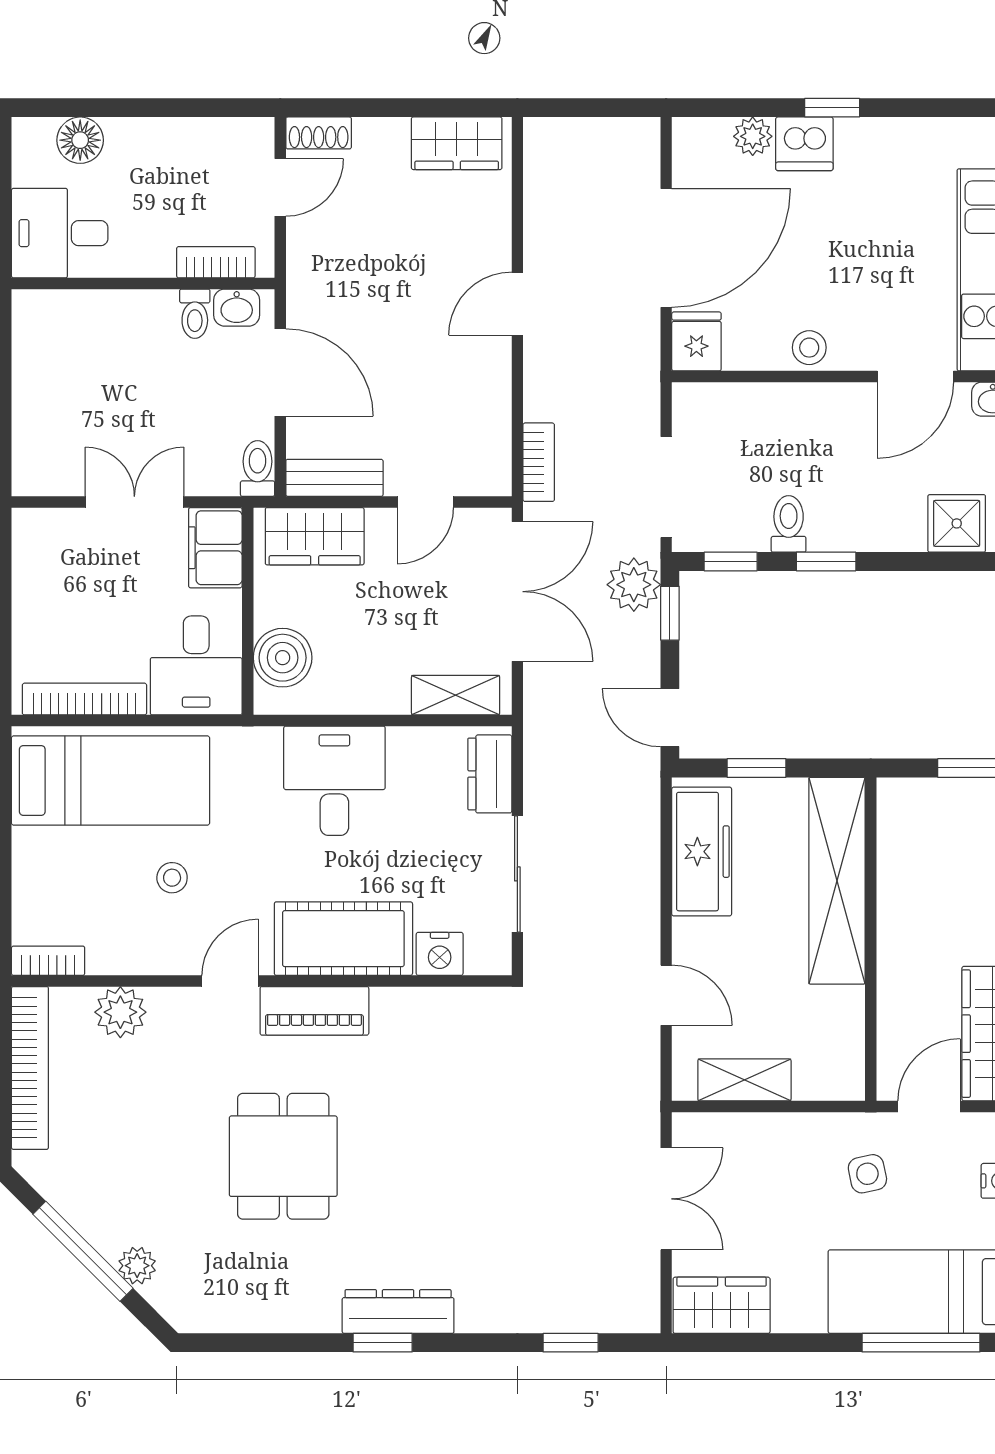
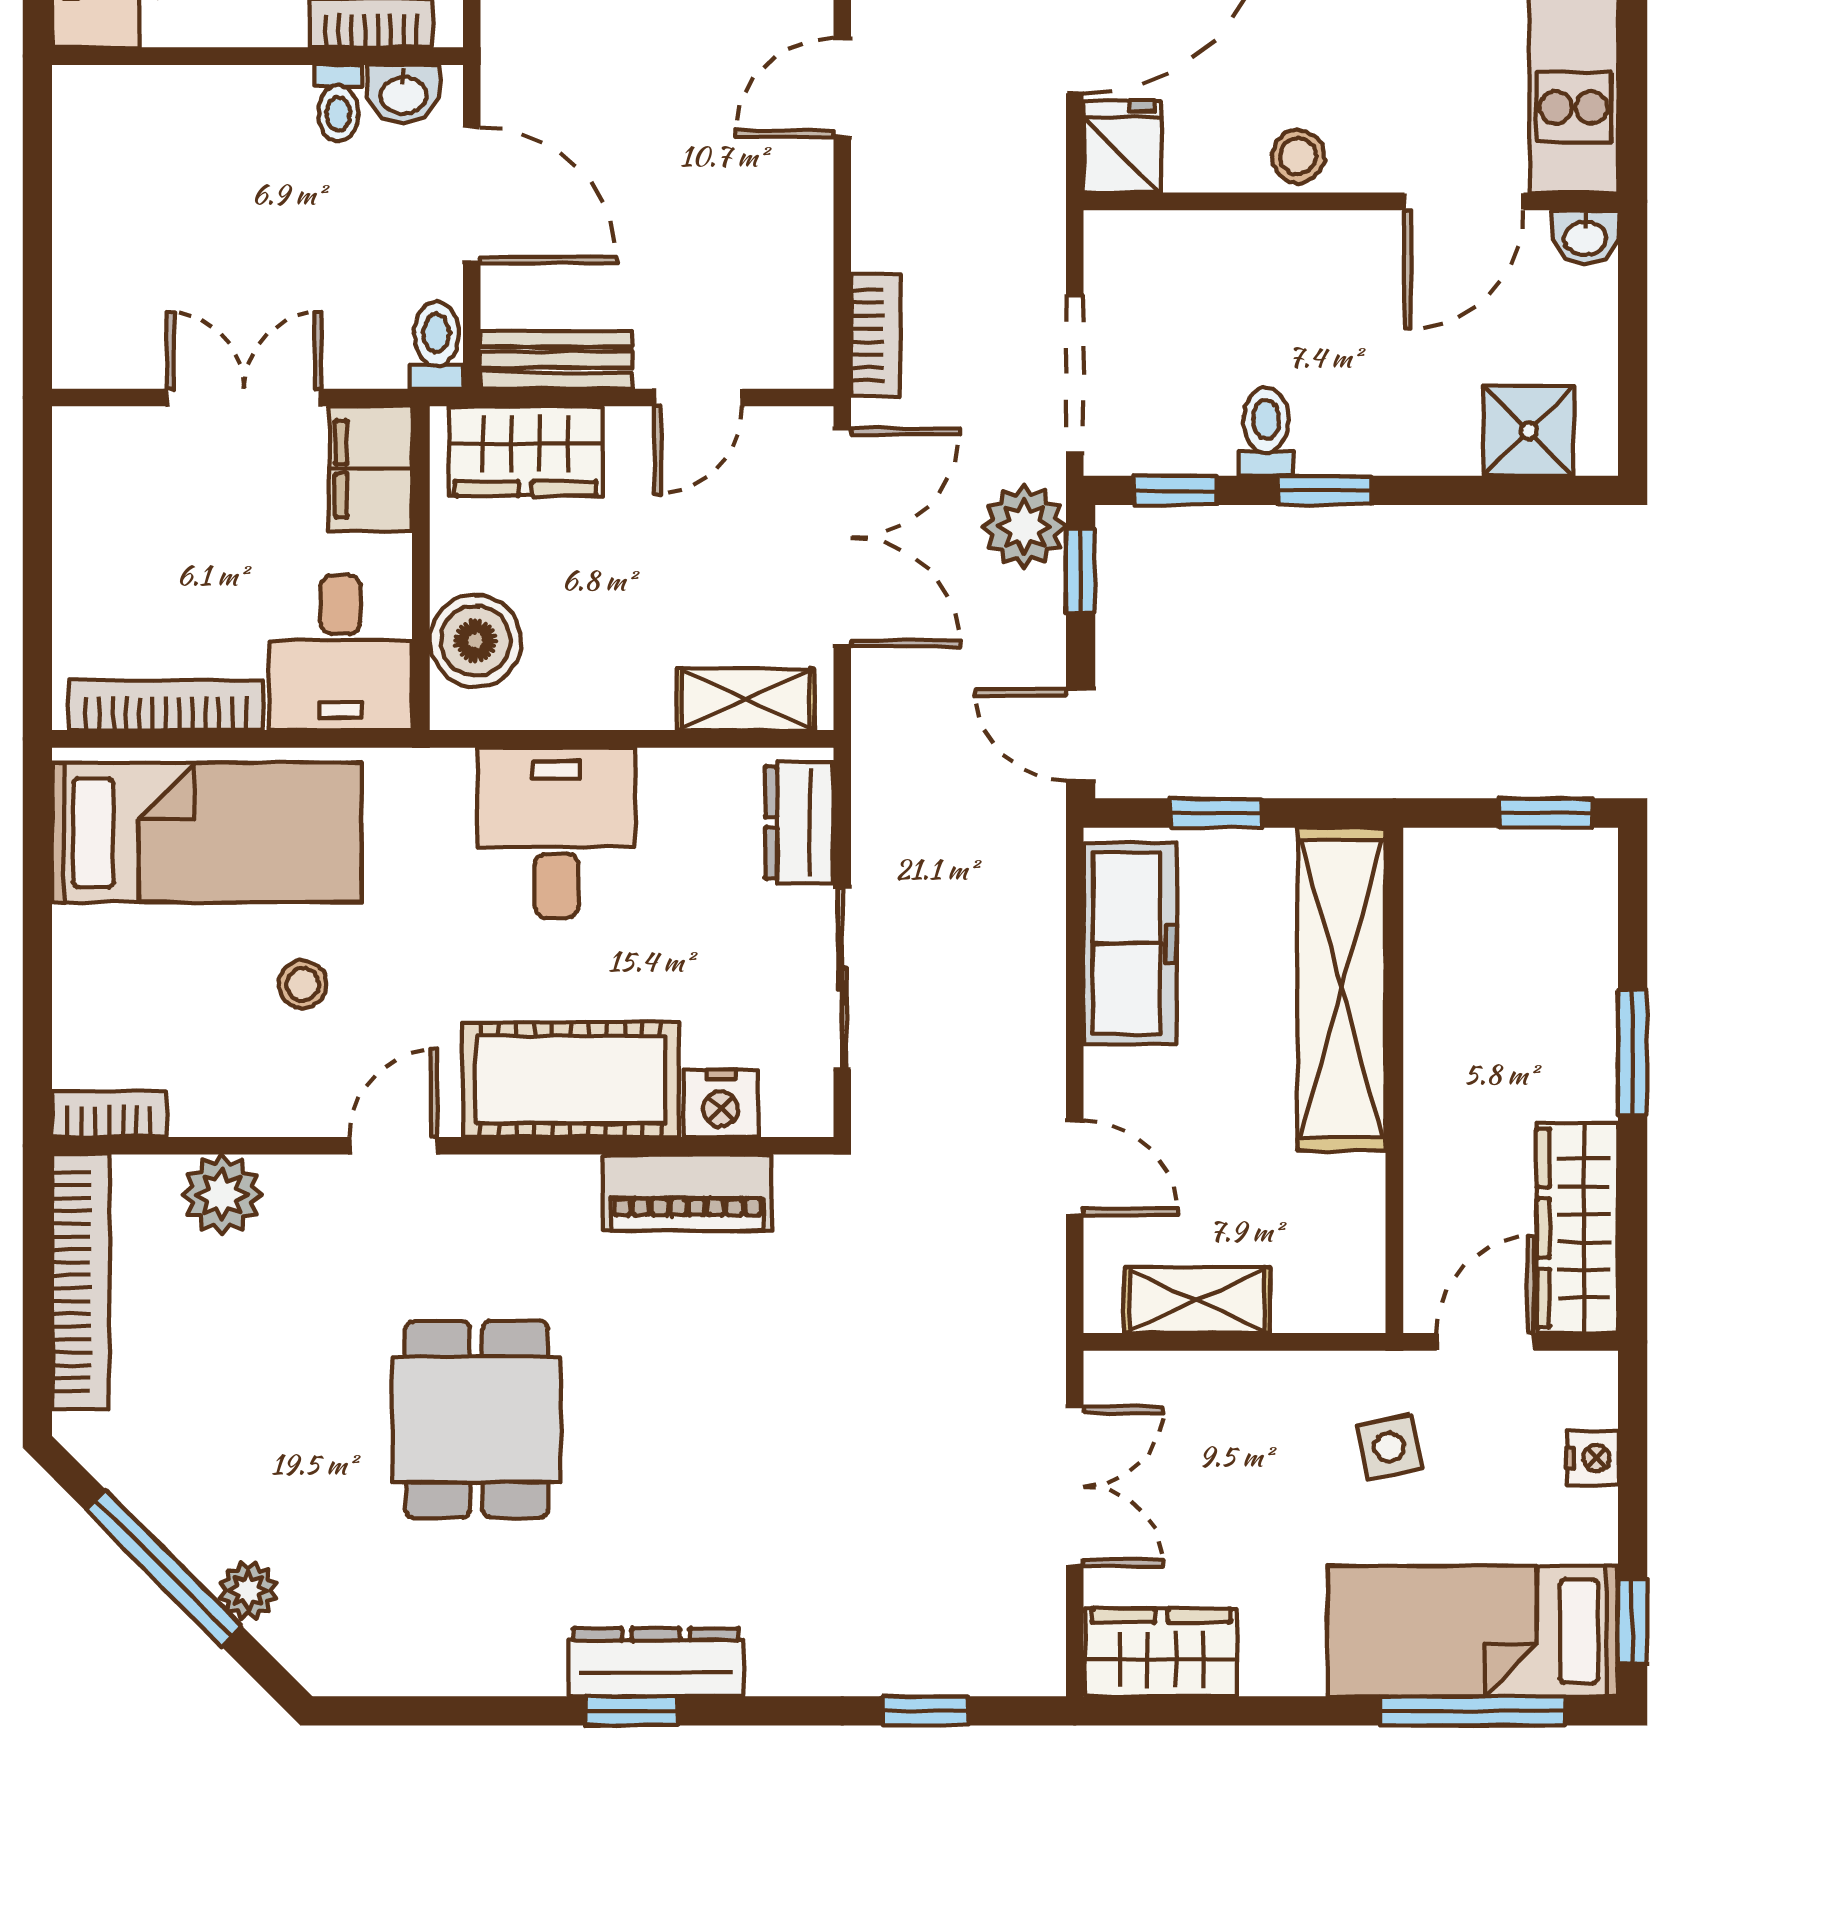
piano: (314, 1011) -> (688, 1192), moved

